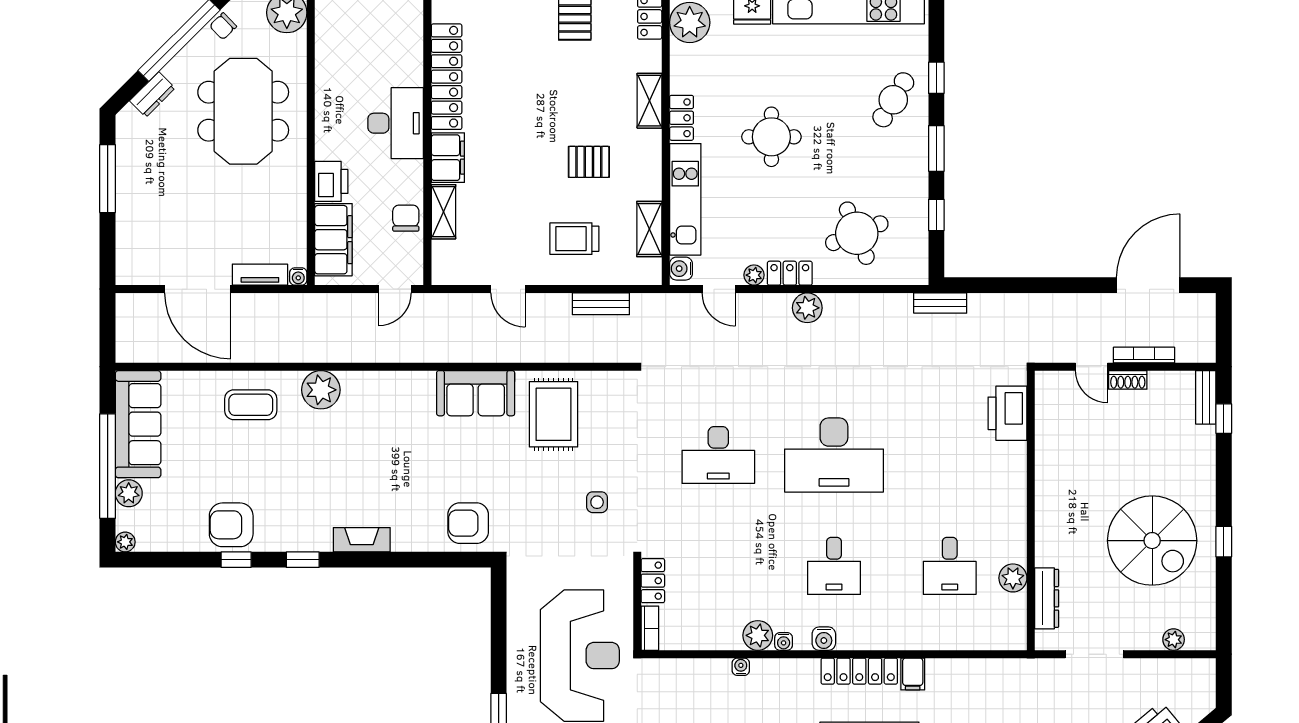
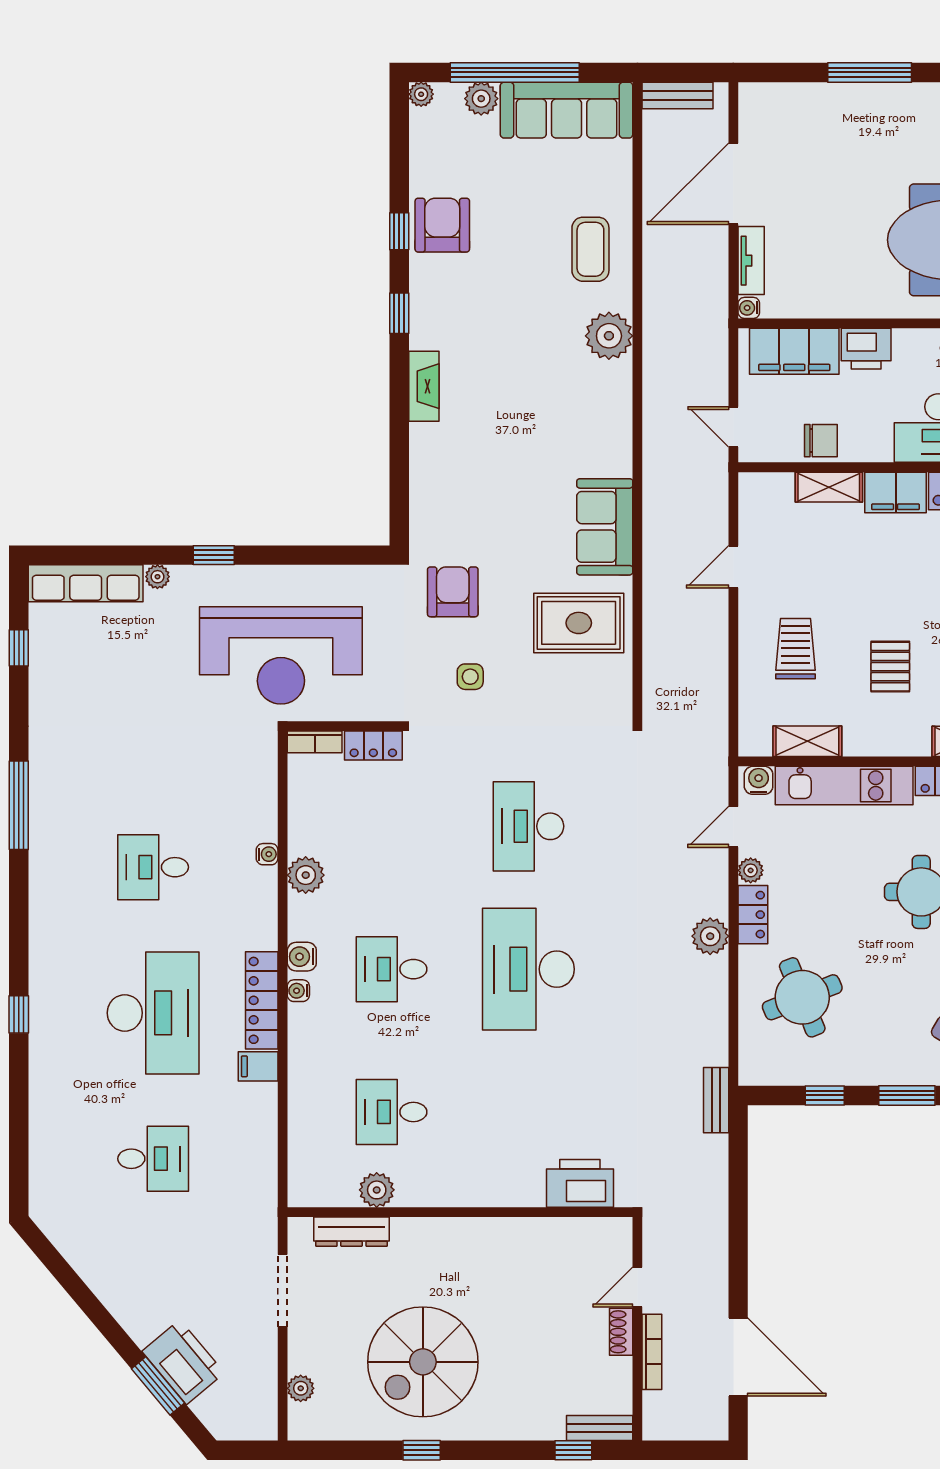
bench: (601, 304) -> (678, 95), moved, turned 90
armchair: (468, 523) -> (453, 592), moved
water cooler: (784, 641) -> (298, 991), moved

